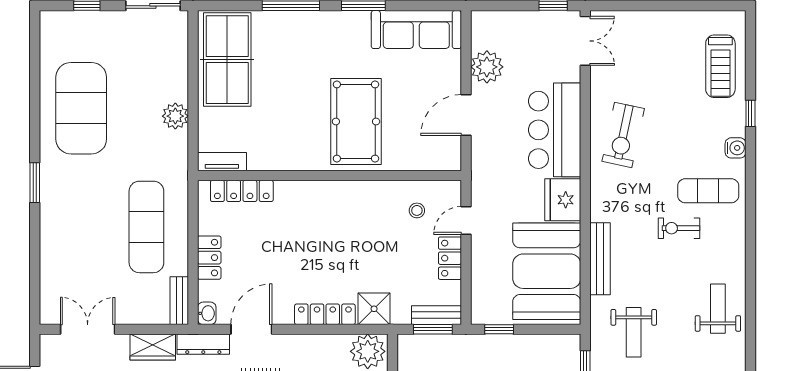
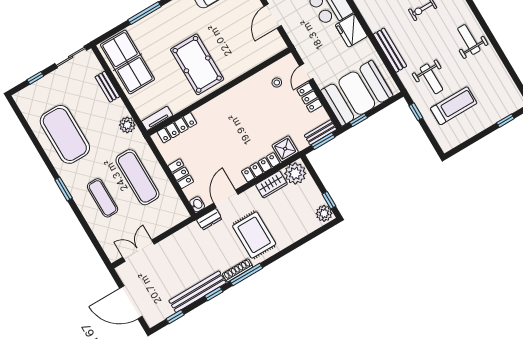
plant: (175, 116) -> (127, 125), moved
pool table: (356, 121) -> (197, 64), moved
exercise mat: (81, 227) -> (103, 198), added
booth: (547, 271) -> (357, 93), moved, turned 90
bench: (179, 301) -> (107, 87), moved
dresser: (203, 344) -> (209, 219), width x0.70
wardrobe: (153, 347) -> (271, 184), moved

